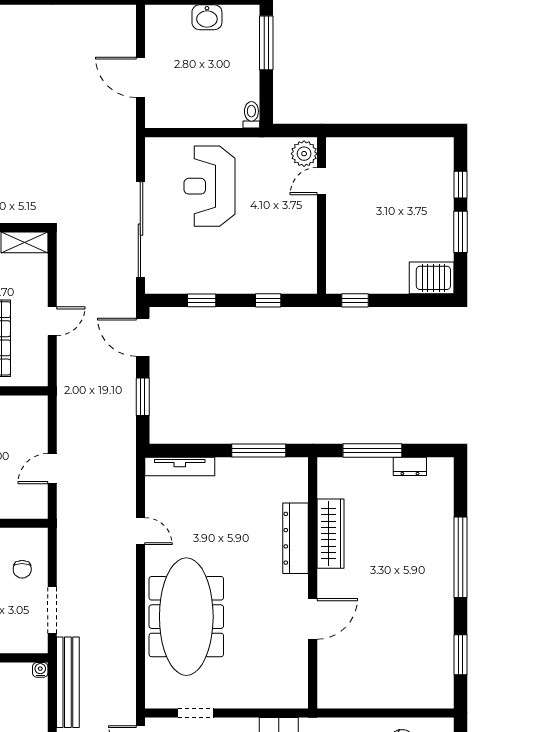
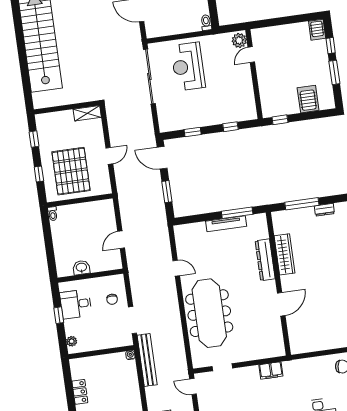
server rack: (441, 154) -> (317, 30), added
sliding door: (140, 230) -> (149, 76), moved
server rack: (432, 278) -> (308, 99), moved, turned 90
tv unit: (180, 467) -> (226, 224), moved

